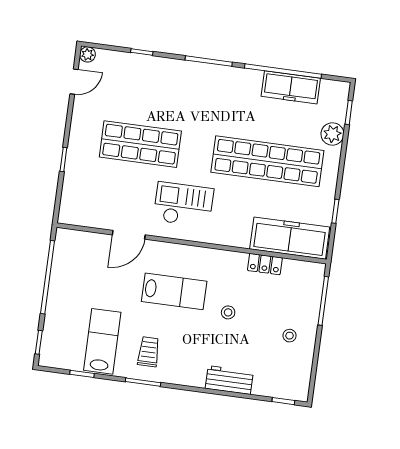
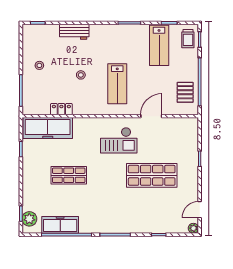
plant: (332, 134) -> (29, 219), moved
shop shelf: (267, 161) -> (69, 175), width x0.50, depth x0.74
pallet: (72, 264) -> (185, 92), added
lab bench: (174, 291) -> (117, 84), turned -90
trolley: (149, 352) -> (188, 39), moved

